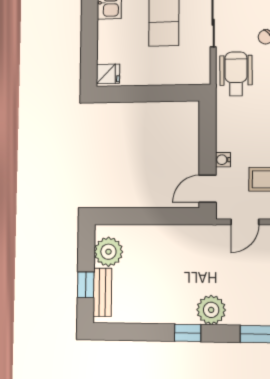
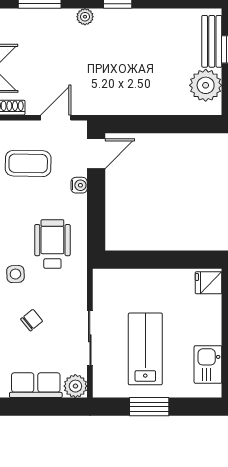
wheelchair: (236, 74) -> (52, 244), moved, turned 180
plant: (211, 310) -> (85, 17), width x0.53, depth x0.53

